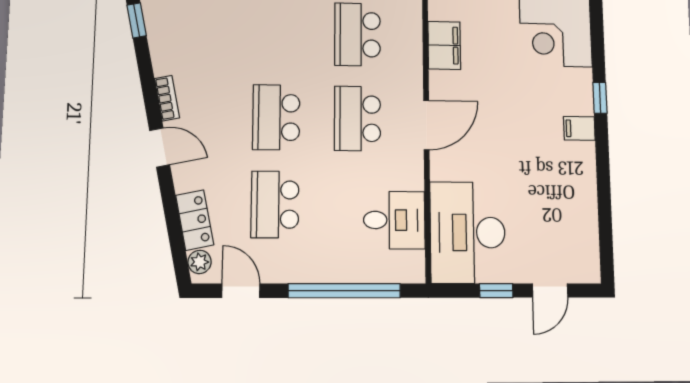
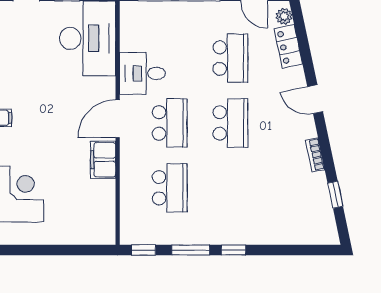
filing cabinet: (444, 45) -> (103, 160), moved
bookcase: (167, 98) -> (315, 155), moved
desk: (394, 220) -> (142, 73), moved

